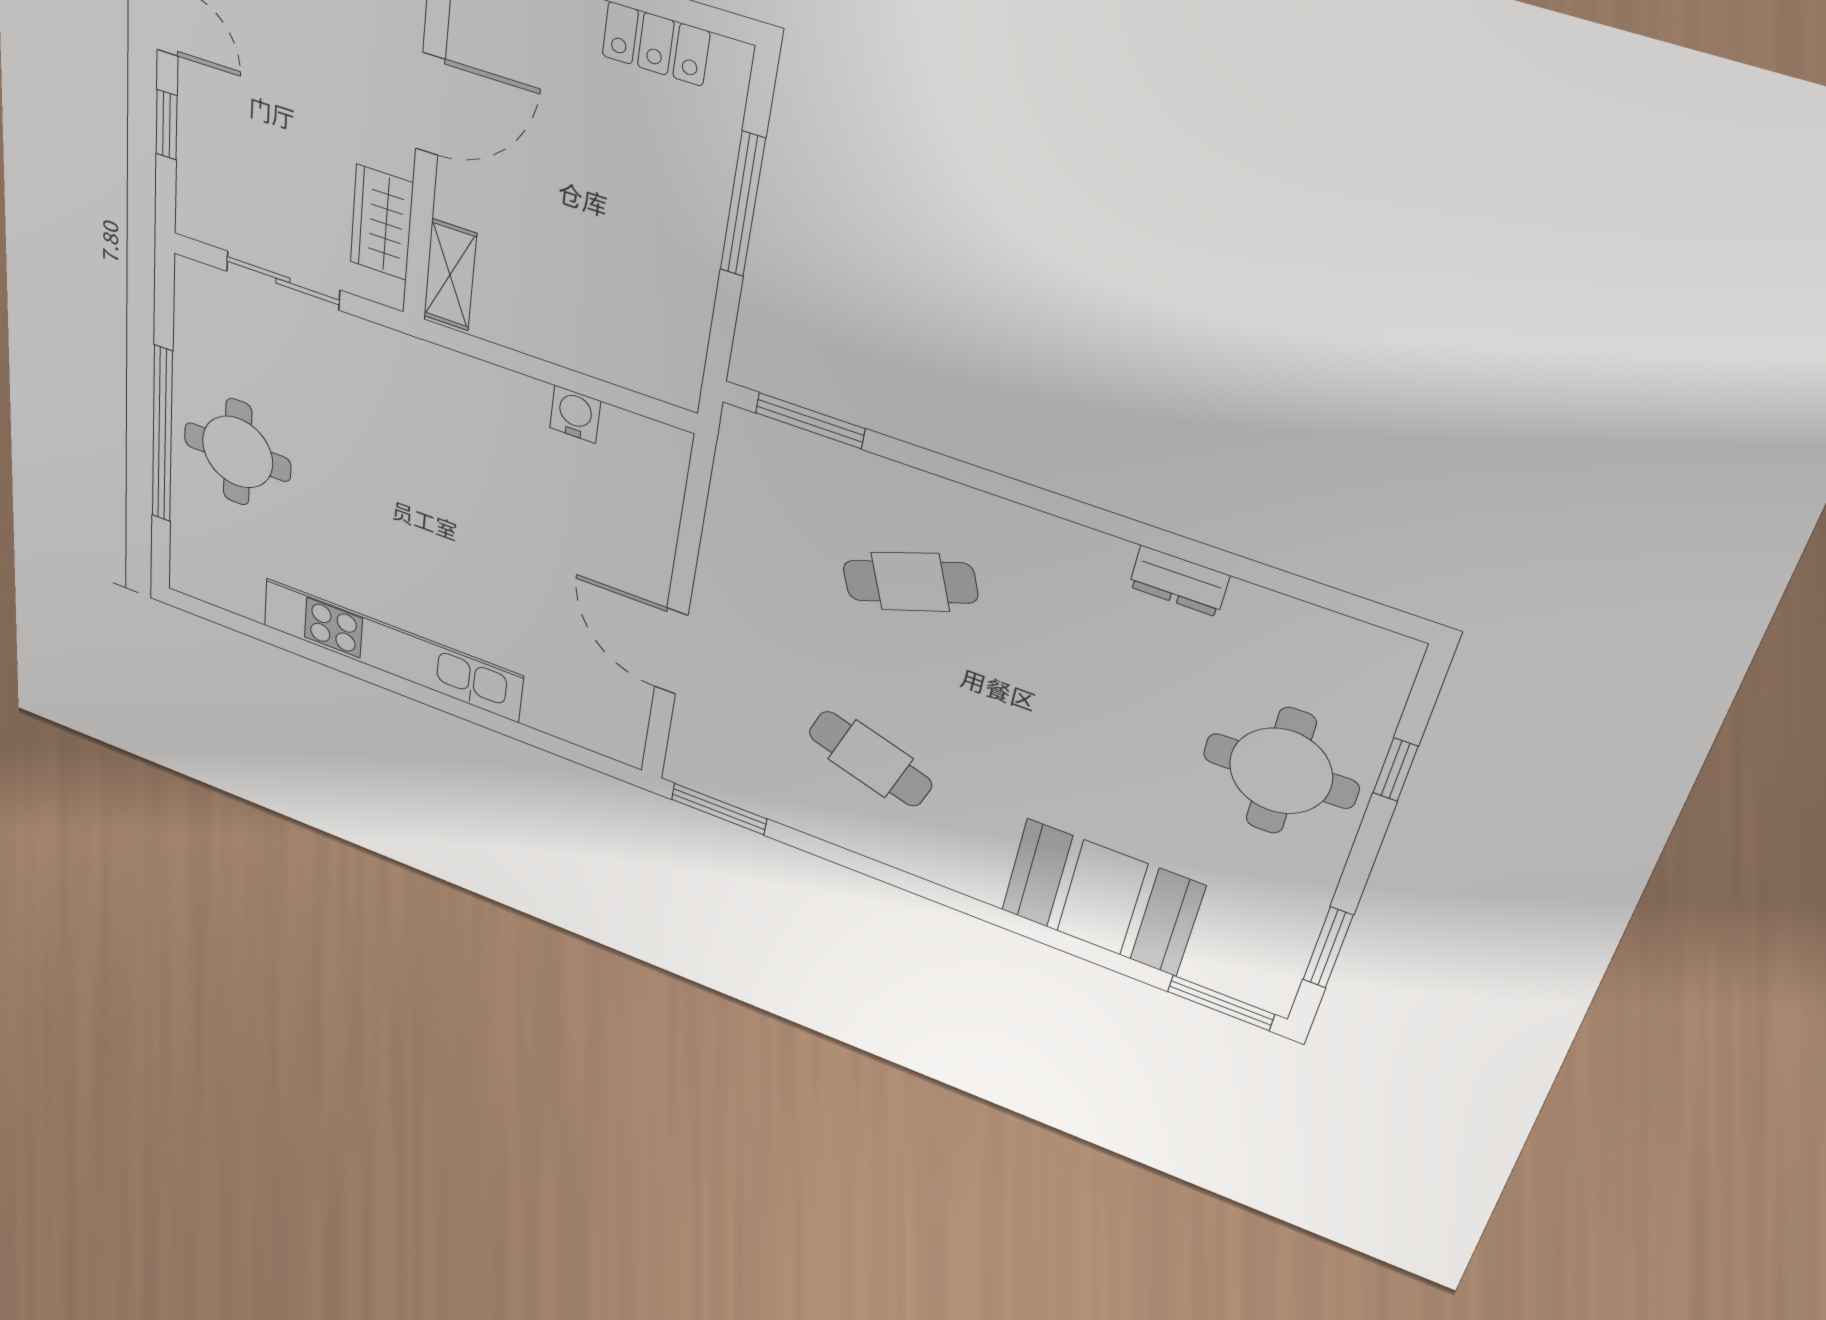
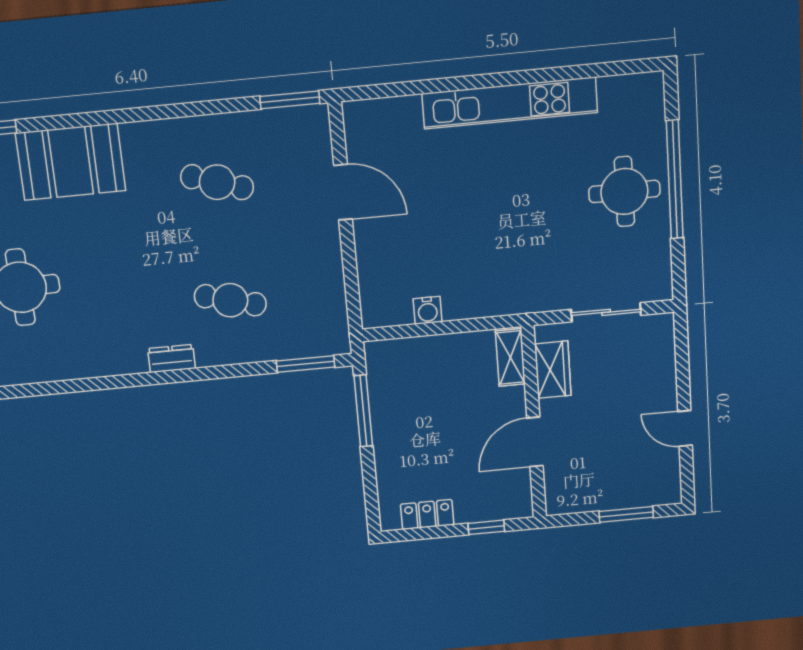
window: (167, 125) -> (683, 372), removed
window: (743, 205) -> (363, 411), moved
dresser: (1179, 581) -> (171, 359), moved
cafe table: (910, 582) -> (230, 300), turned 36

